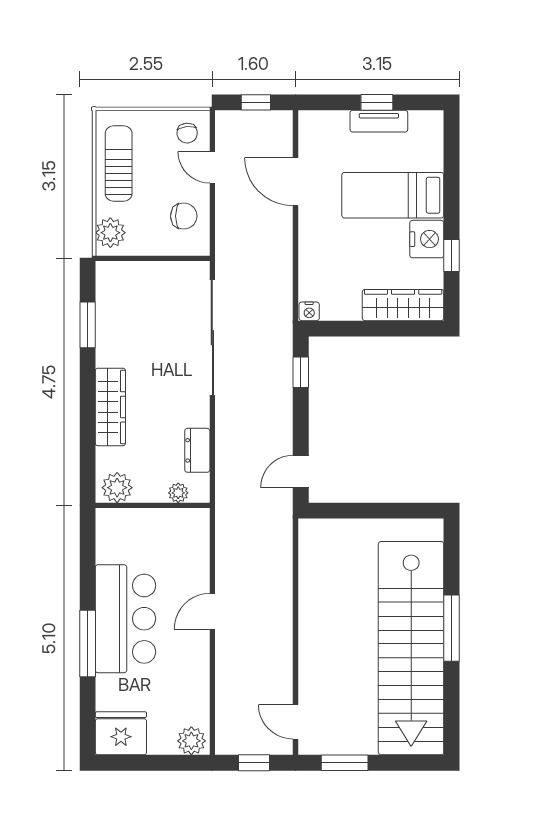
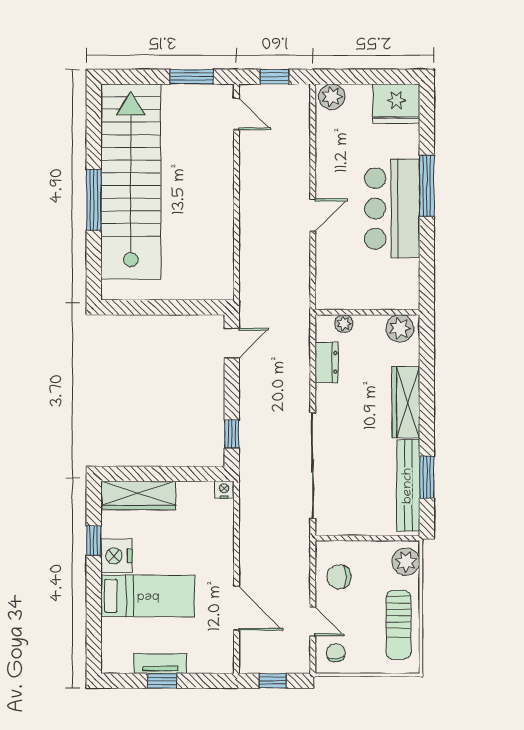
bench: (108, 316) -> (408, 486), added

